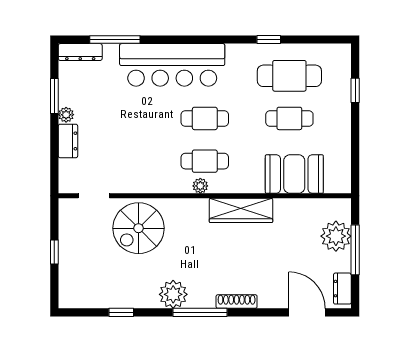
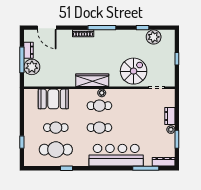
wardrobe: (241, 210) -> (92, 80), moved
dresser: (342, 289) -> (29, 50), moved
plant: (173, 294) -> (154, 37), moved

